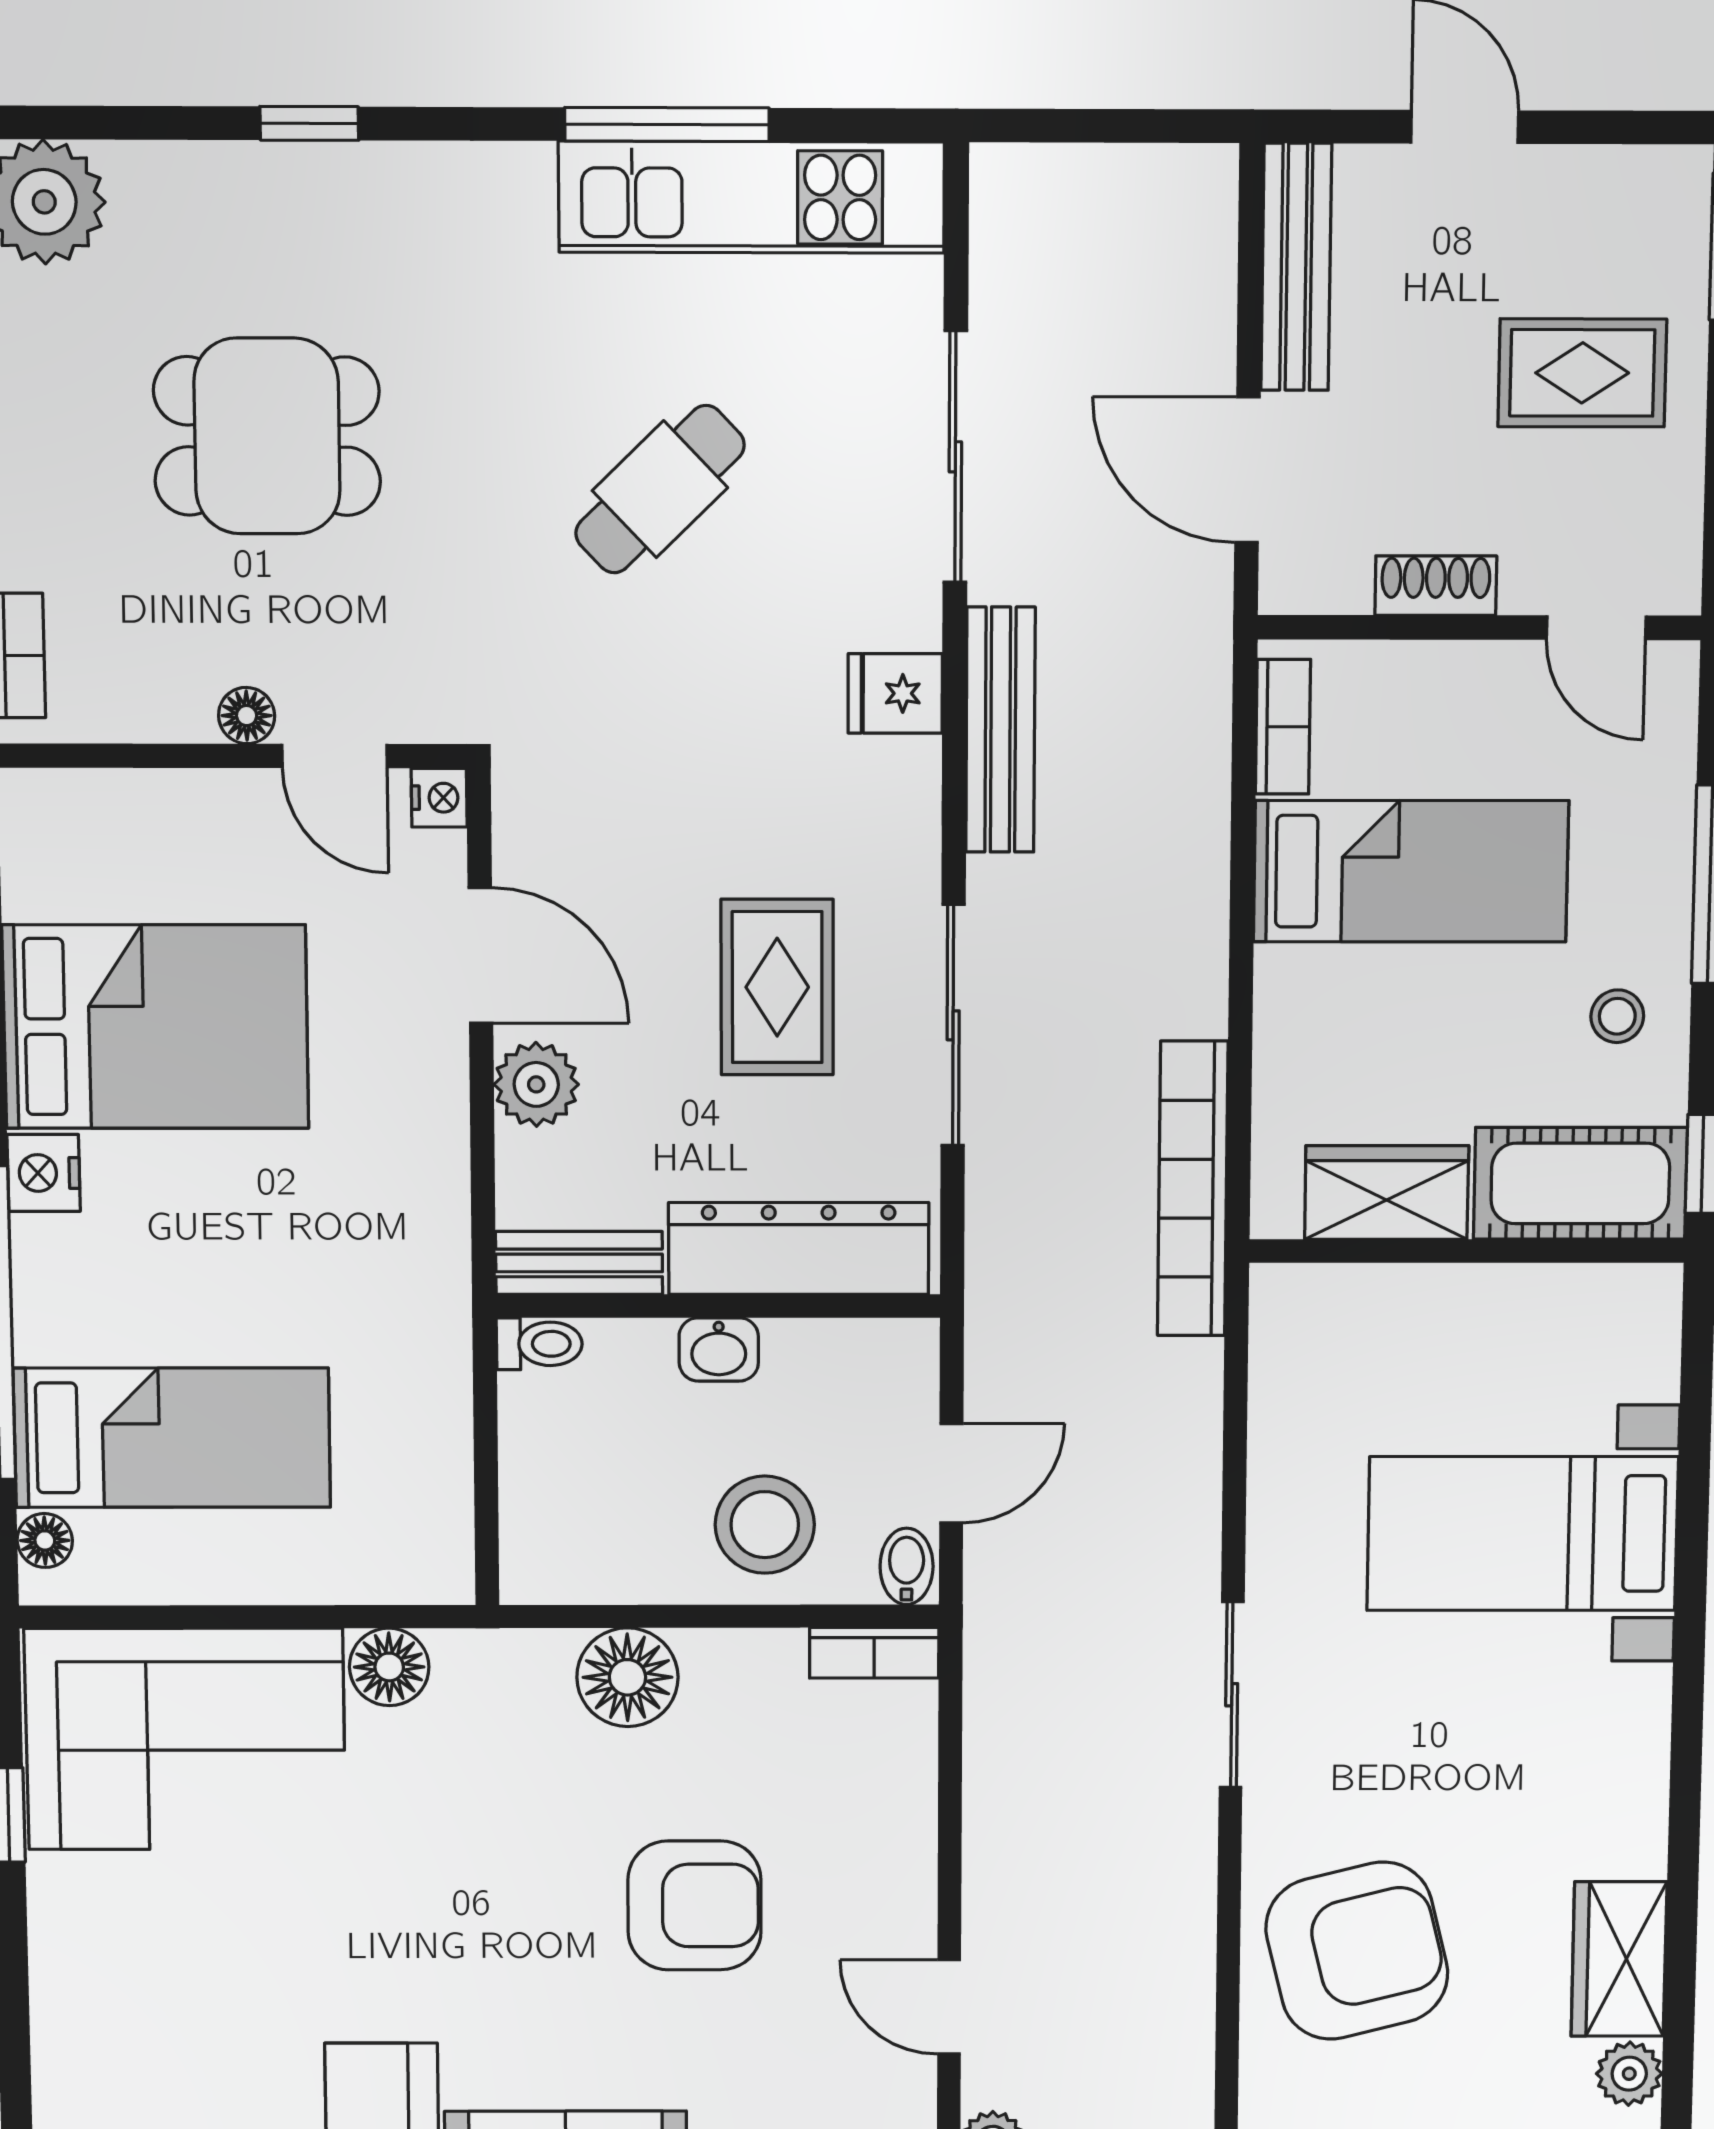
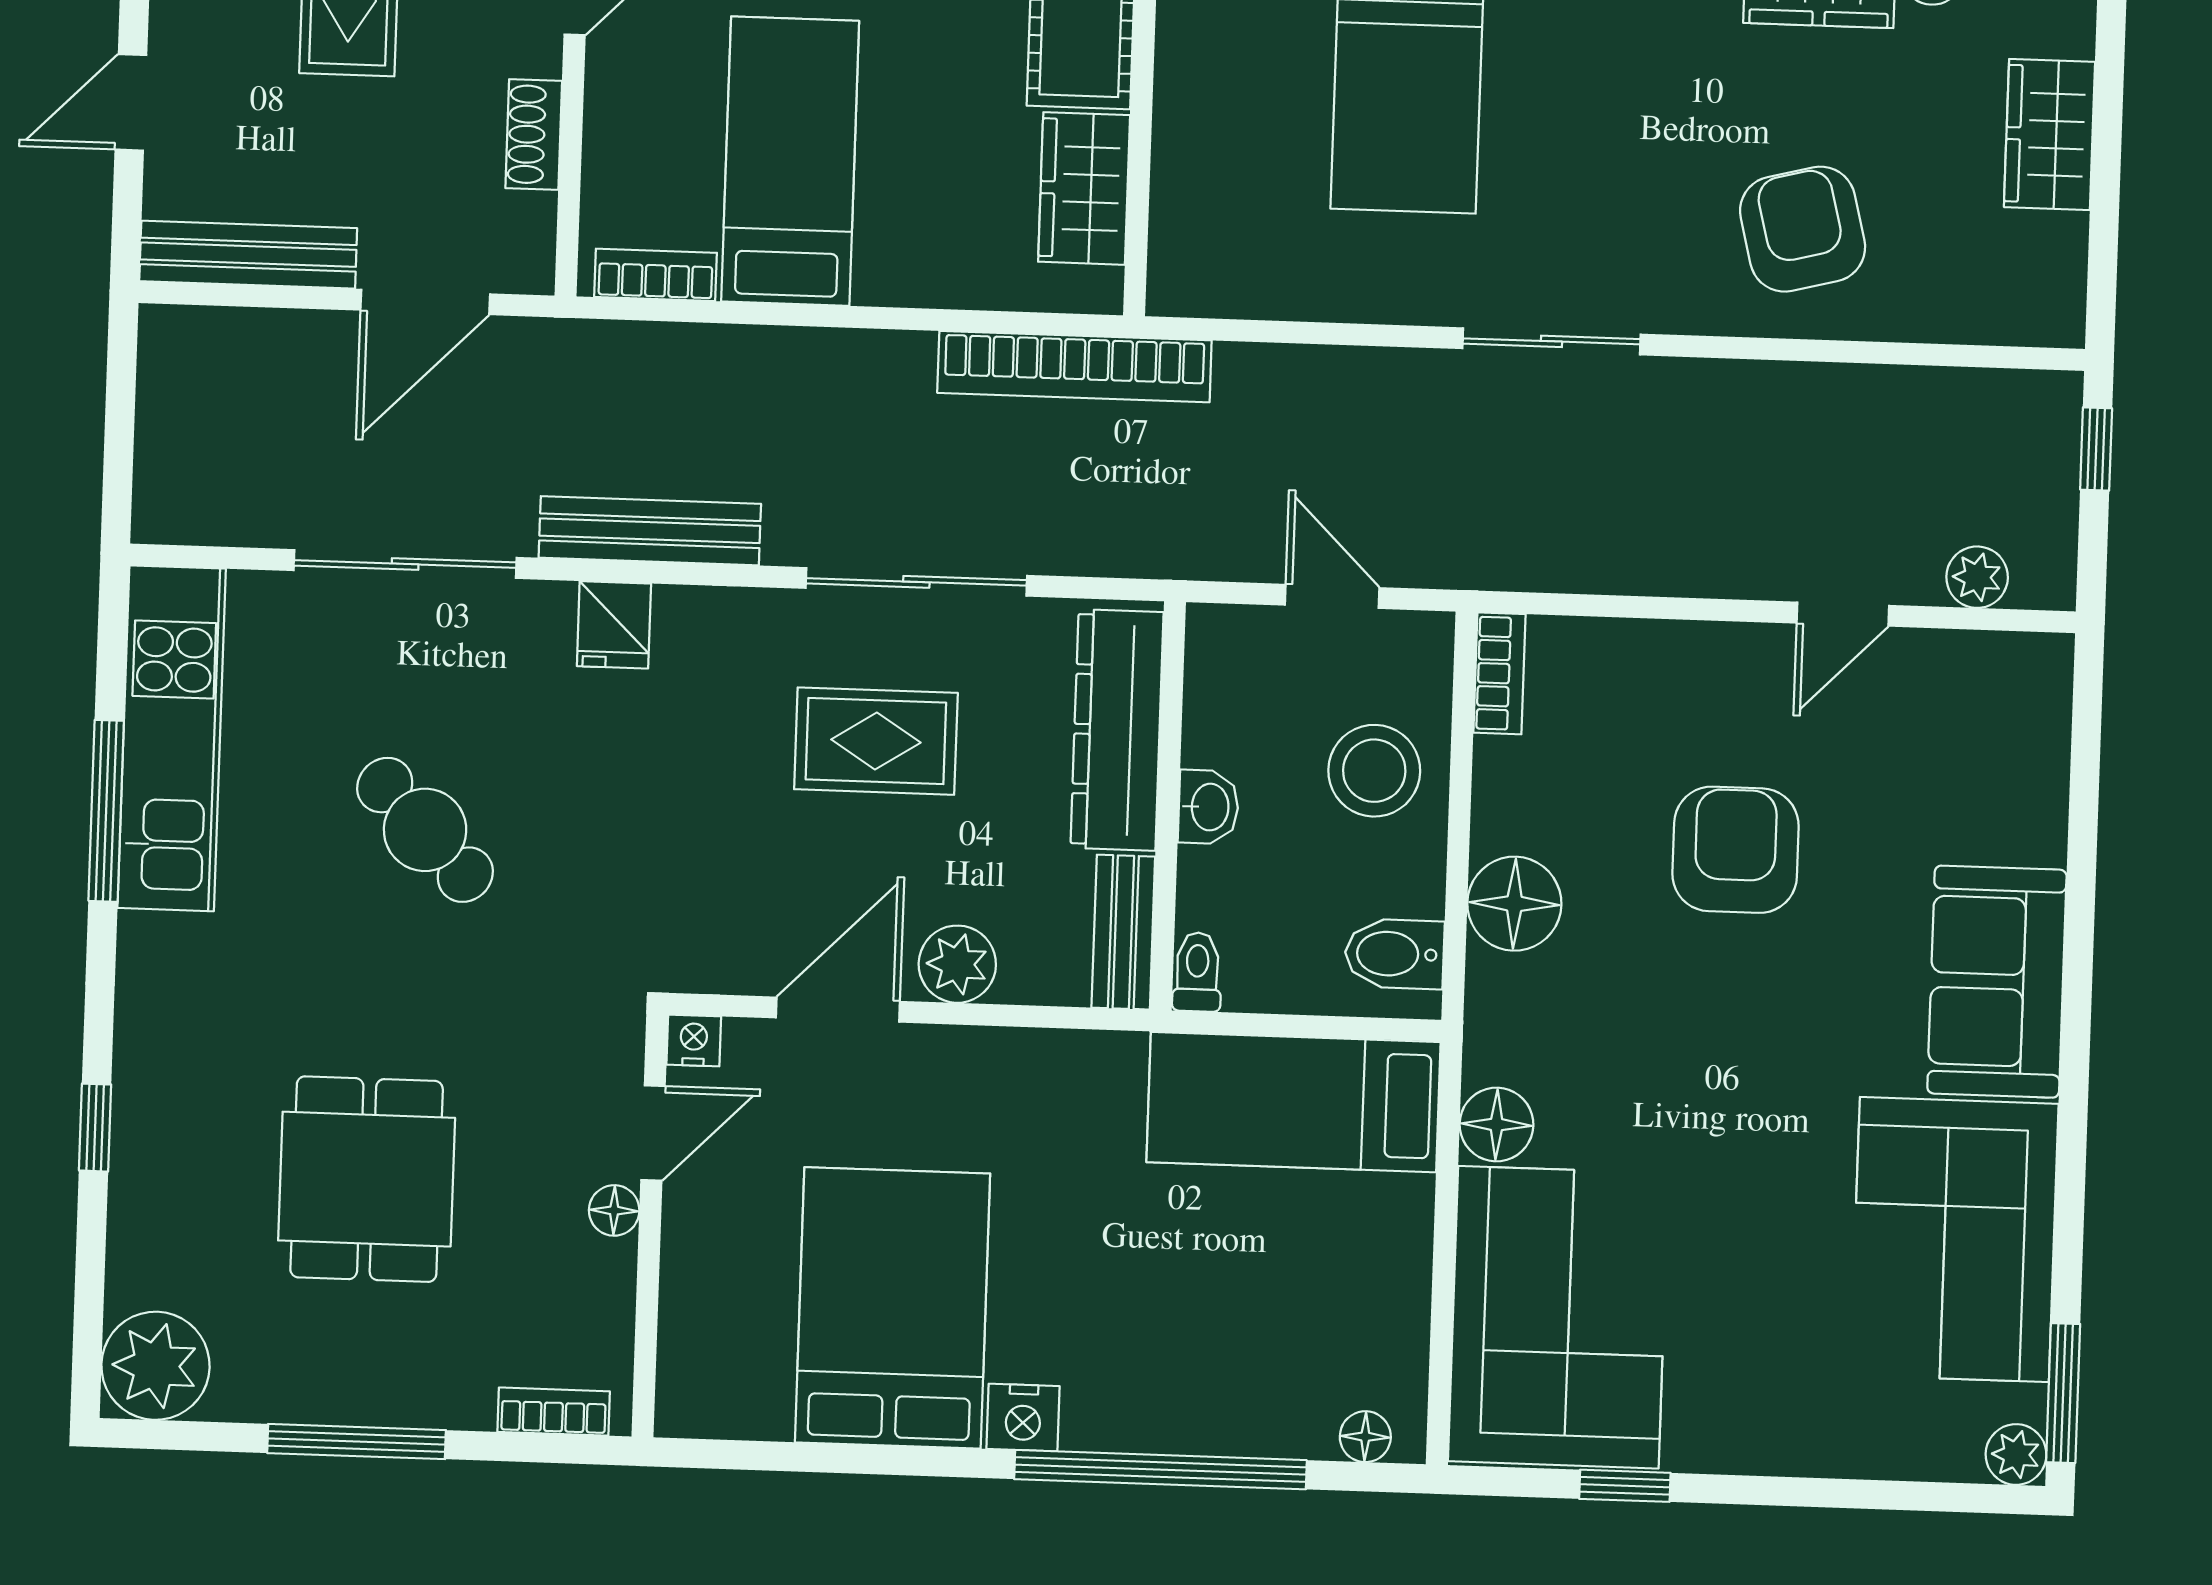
bed: (172, 1438) -> (1294, 1102), moved, turned -90
bidet: (907, 1566) -> (1394, 954), moved, width x1.38, depth x1.36
armchair: (1357, 1951) -> (1803, 229), width x0.73, depth x0.73

